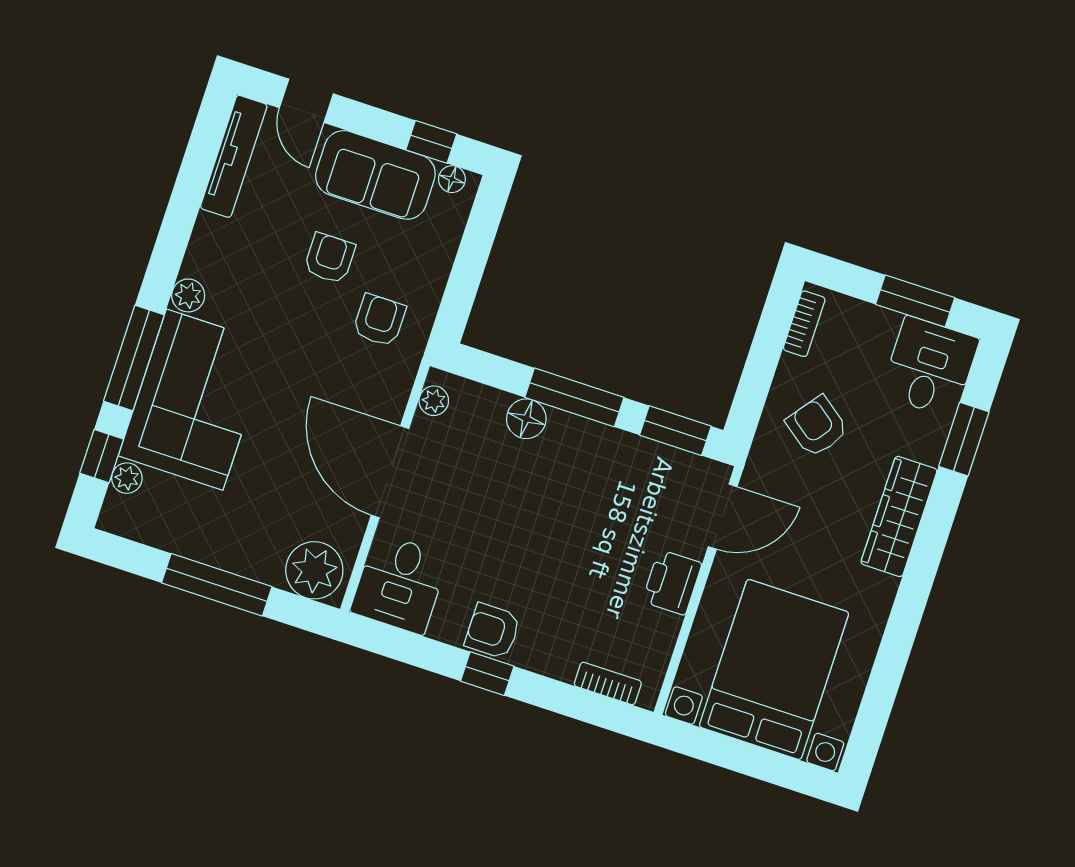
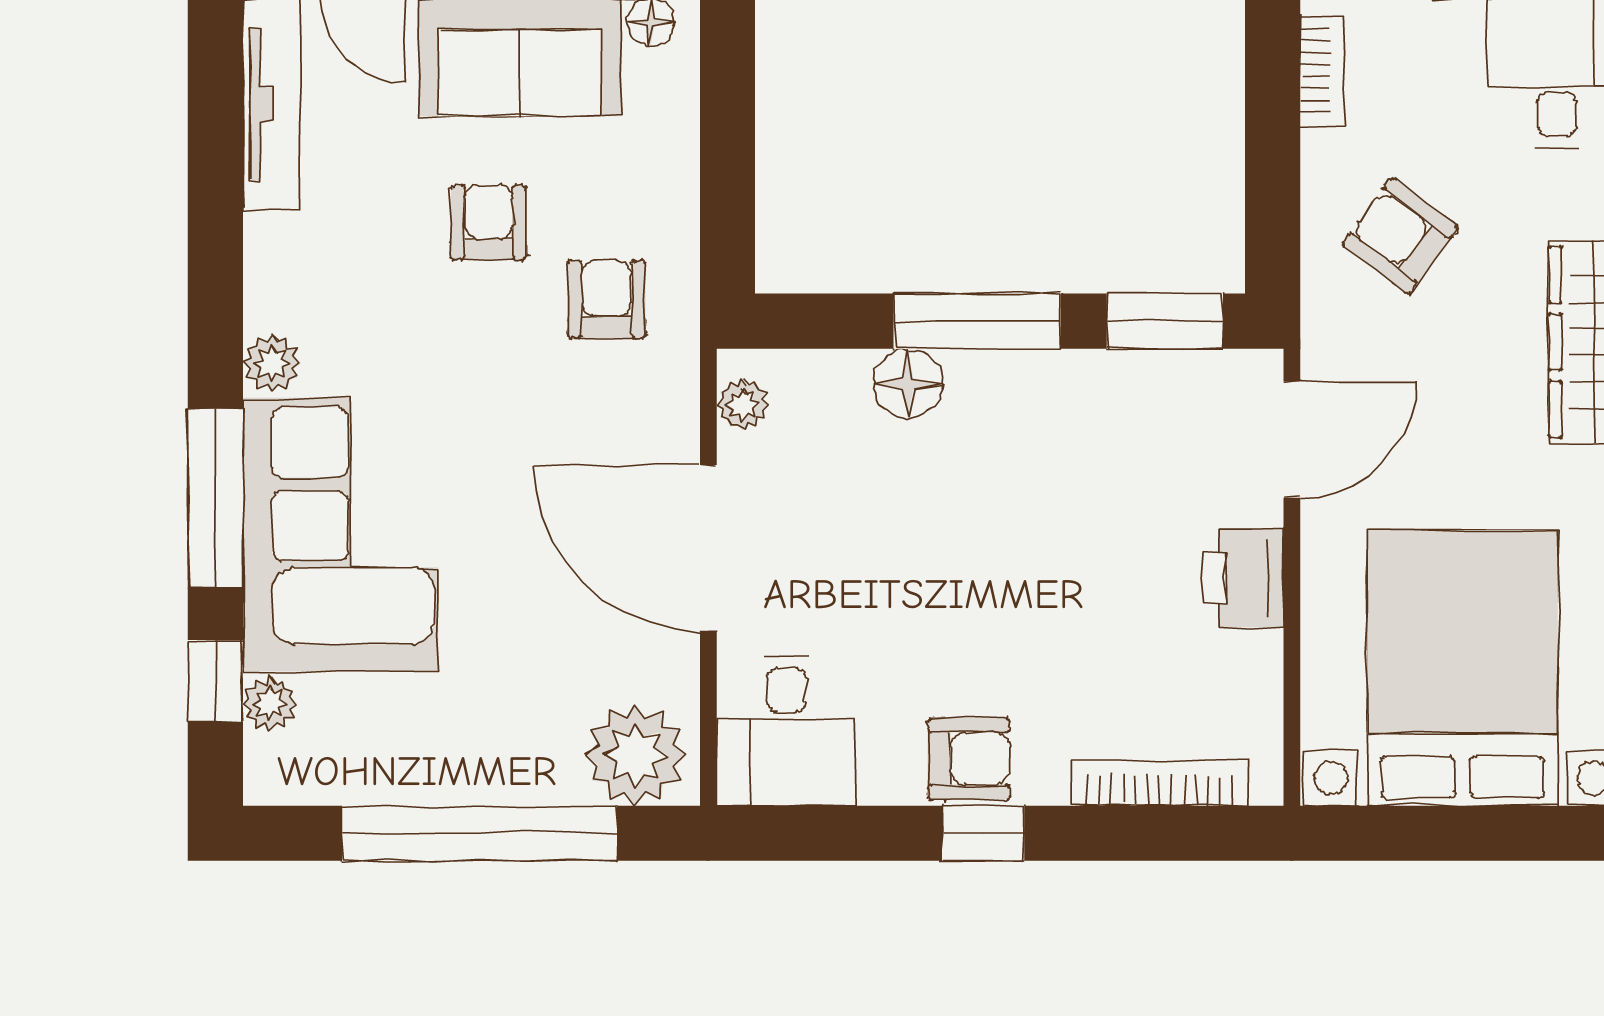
window: (217, 585) -> (480, 833), width x1.46
armchair: (493, 631) -> (969, 759), turned 180
bookcase: (608, 683) -> (1159, 783), width x1.56

